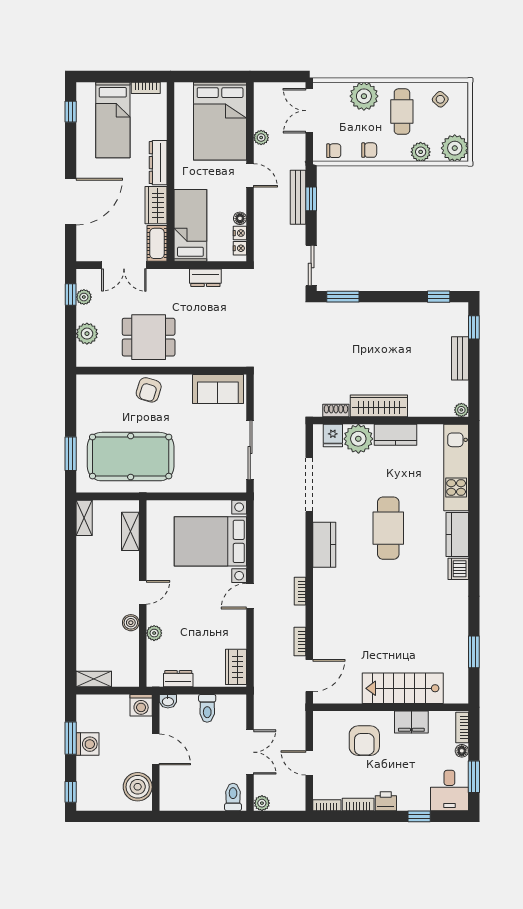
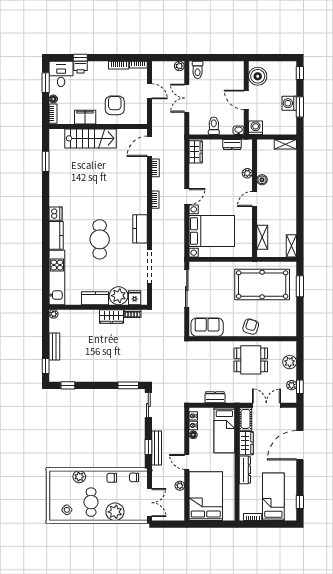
plant: (455, 148) -> (58, 479), removed
wardrobe: (379, 406) -> (111, 317), width x0.67
printer: (386, 801) -> (81, 67), moved

